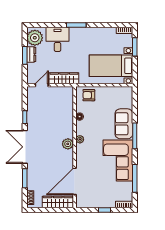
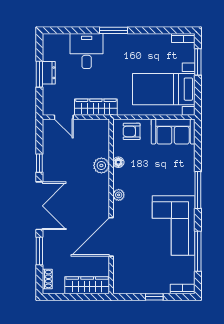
plant: (35, 38) -> (54, 49), removed
door: (42, 85) -> (64, 117), swing flipped
sofa: (124, 124) -> (173, 132), moved, turned -90
plant: (68, 144) -> (101, 165), moved
double door: (25, 147) -> (39, 206), swing flipped
door: (75, 181) -> (111, 237), moved

